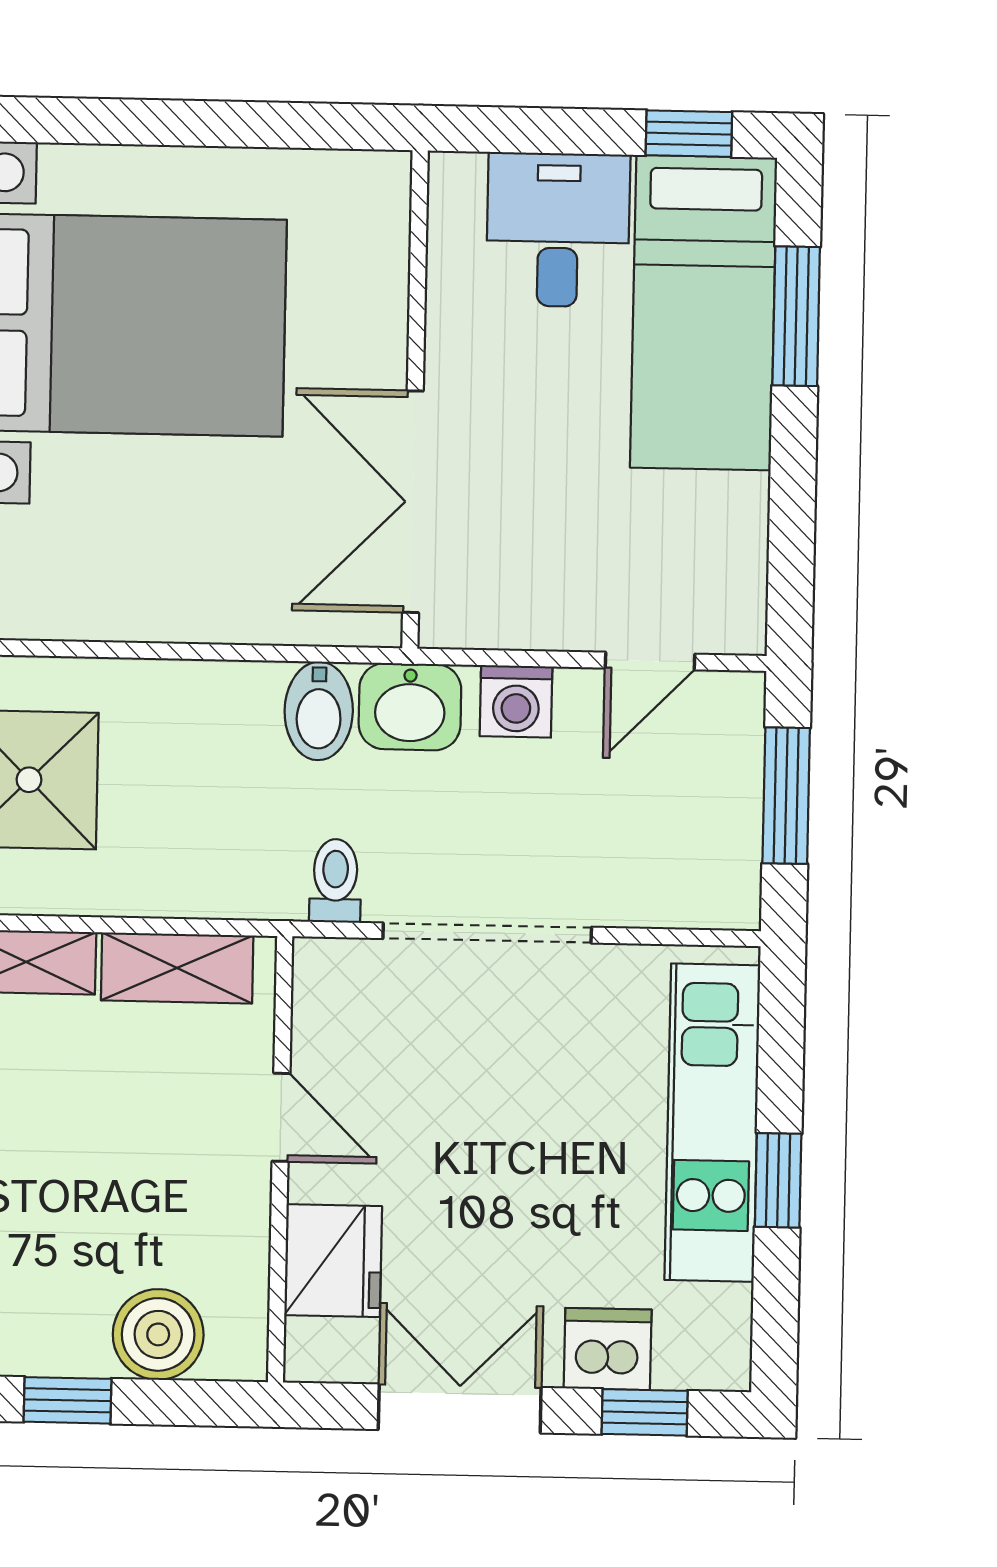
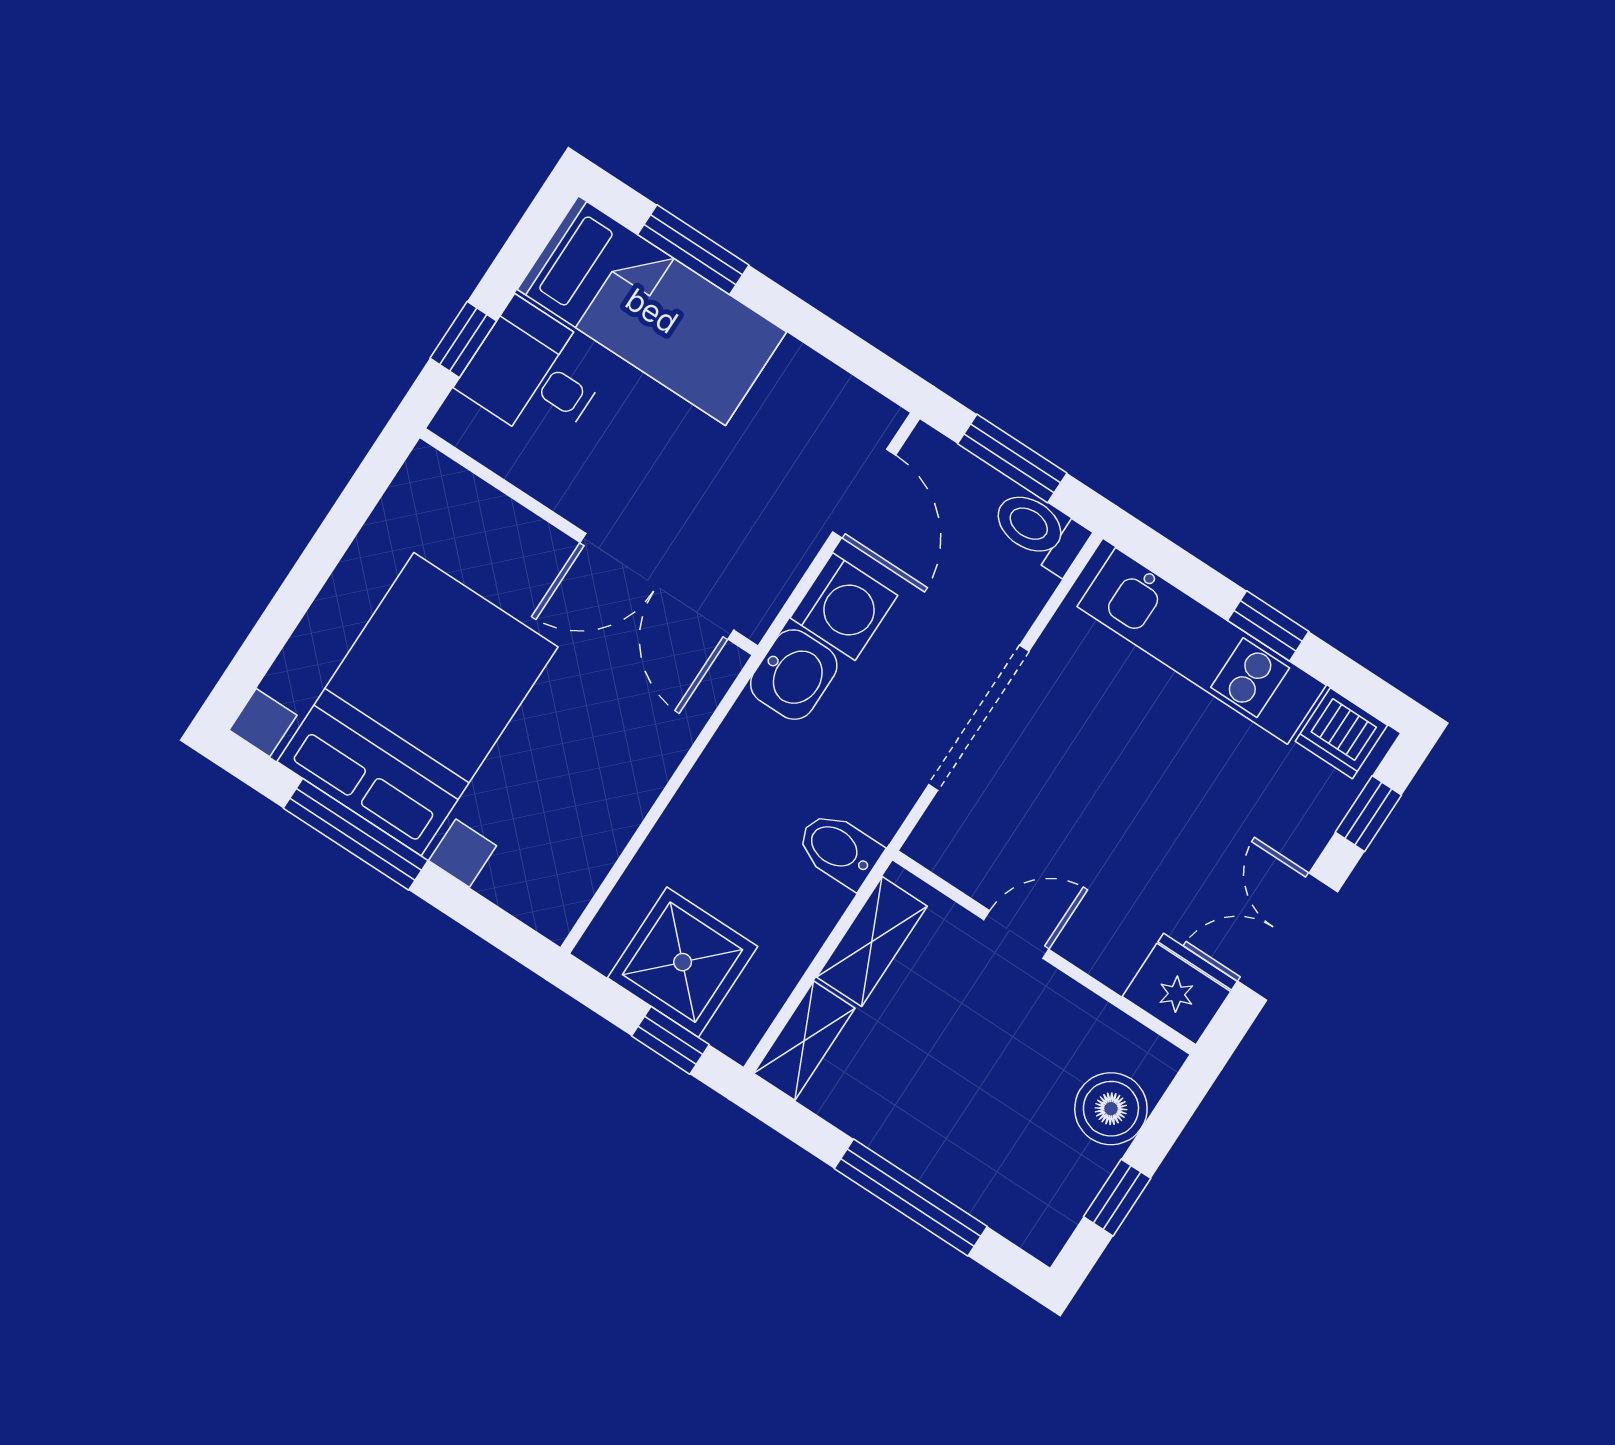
window: (689, 134) -> (463, 340), moved
door: (650, 661) -> (864, 494), width x1.38
washing machine: (516, 701) -> (844, 607), width x1.38, depth x1.38
bidet: (319, 711) -> (839, 849), moved, turned 180
toilet: (335, 881) -> (1039, 531), moved, width x1.37, depth x1.39
fridge: (333, 1261) -> (1180, 989), moved
dishwasher: (608, 1349) -> (1341, 733), moved, turned -90

